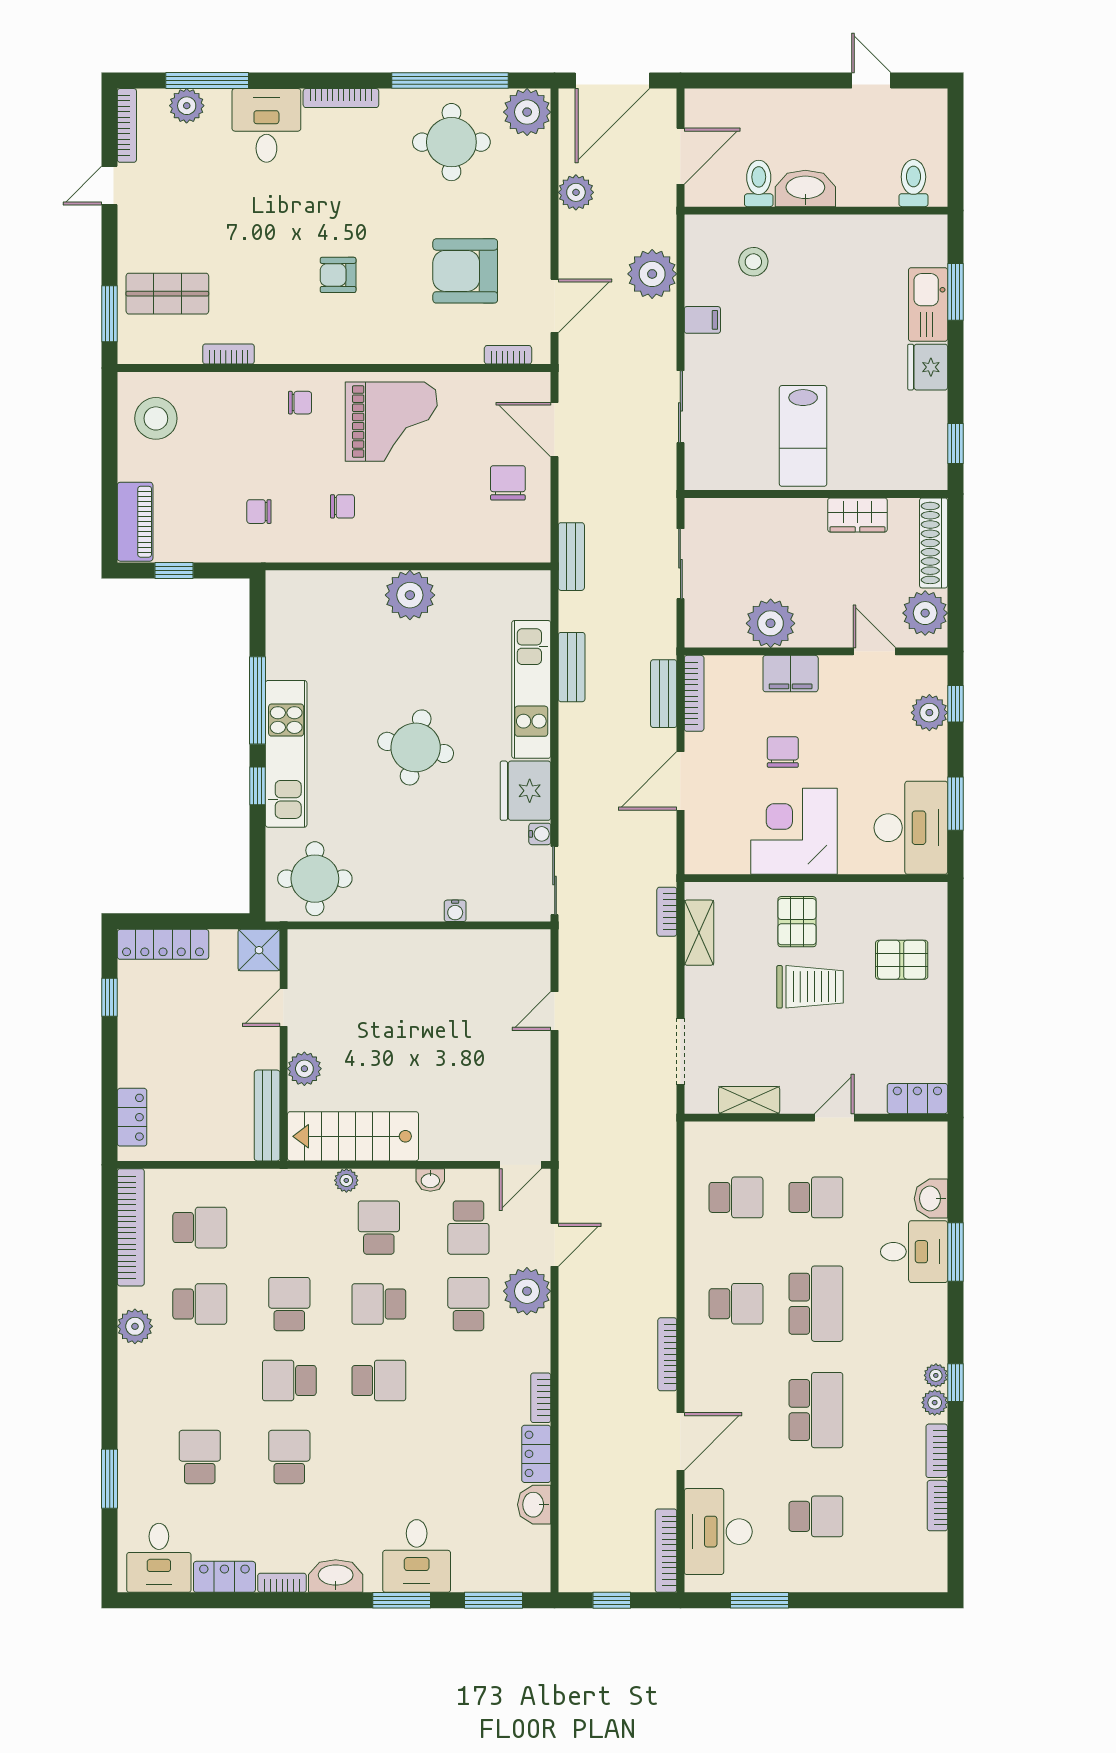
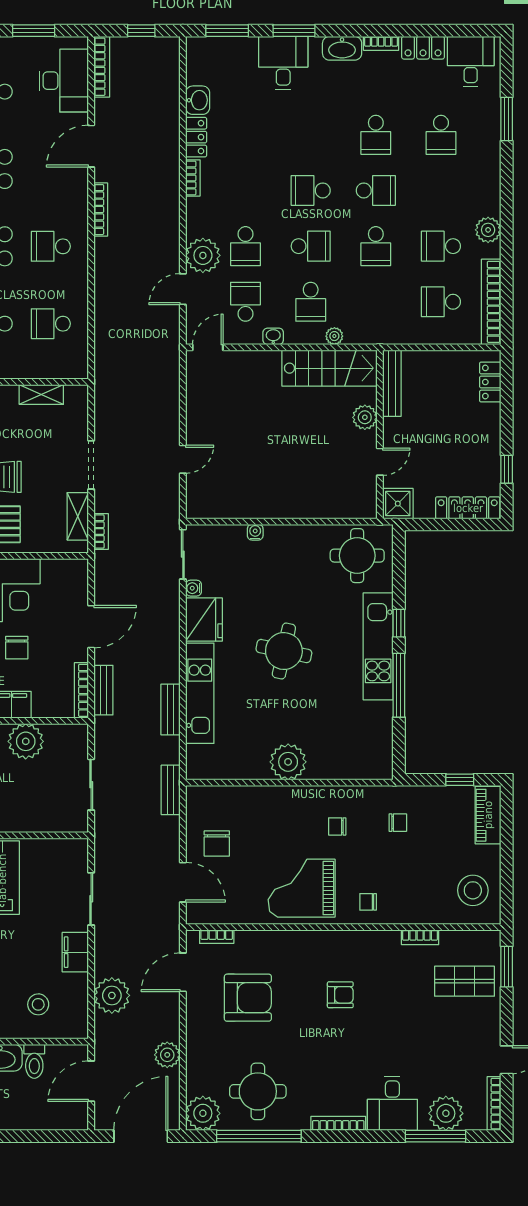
plant: (187, 106) -> (446, 1113), width x1.36, depth x1.36
filing cabinet: (702, 320) -> (75, 952), width x2.00
doorway: (680, 1051) -> (91, 465), moved

